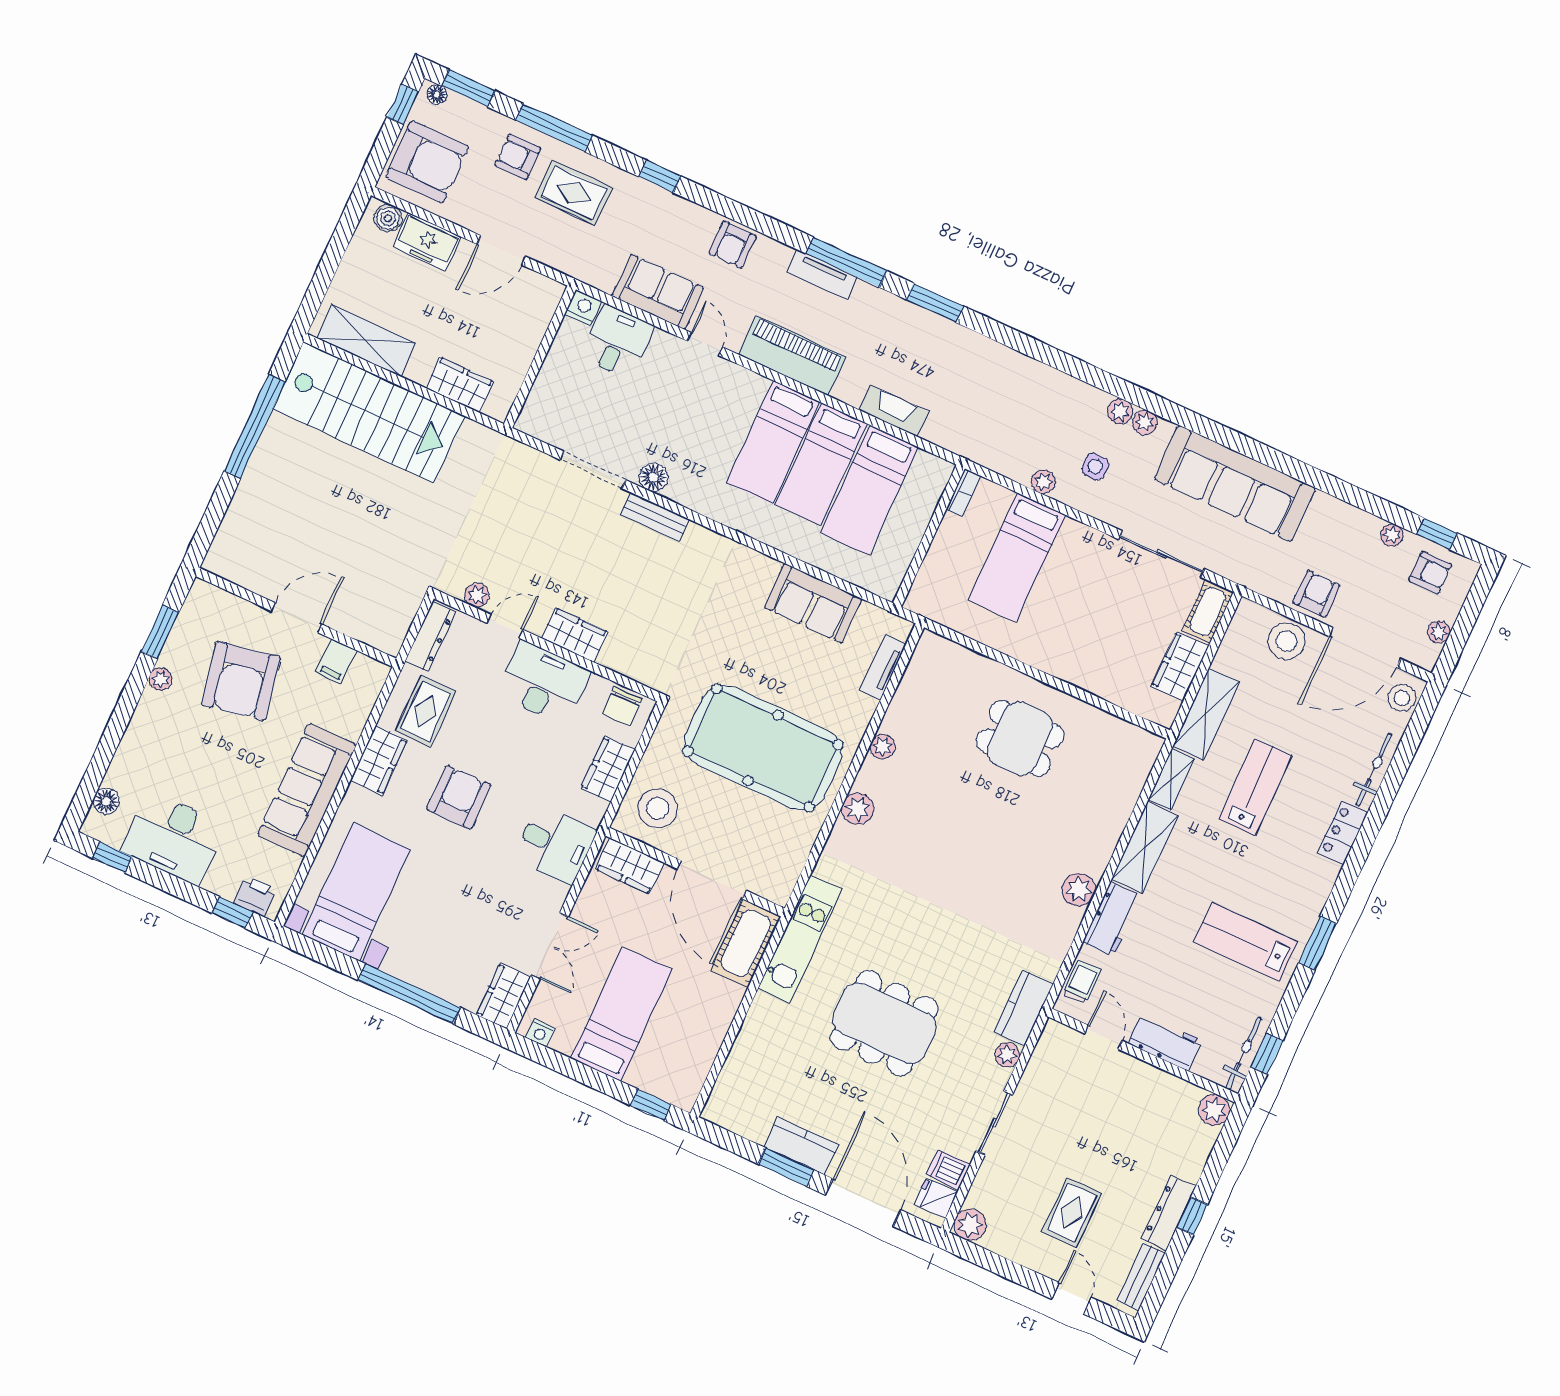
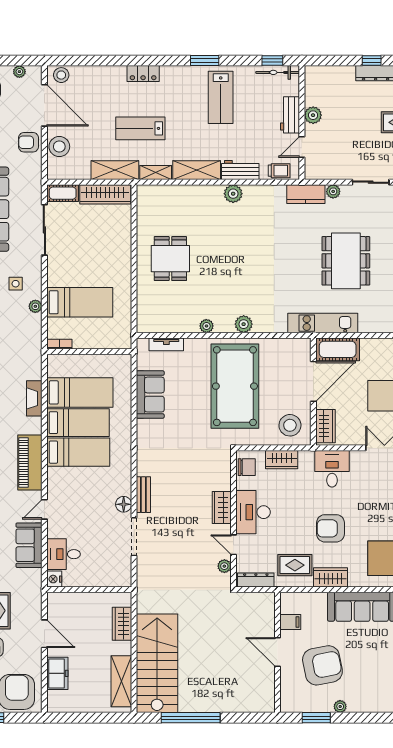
boiler: (388, 218) -> (54, 699), removed
wardrobe: (1180, 666) -> (105, 194), width x1.50
bicycle: (1374, 770) -> (104, 72), removed
trolley: (1082, 982) -> (279, 171), turned 180
plant: (1214, 1110) -> (313, 115), moved

